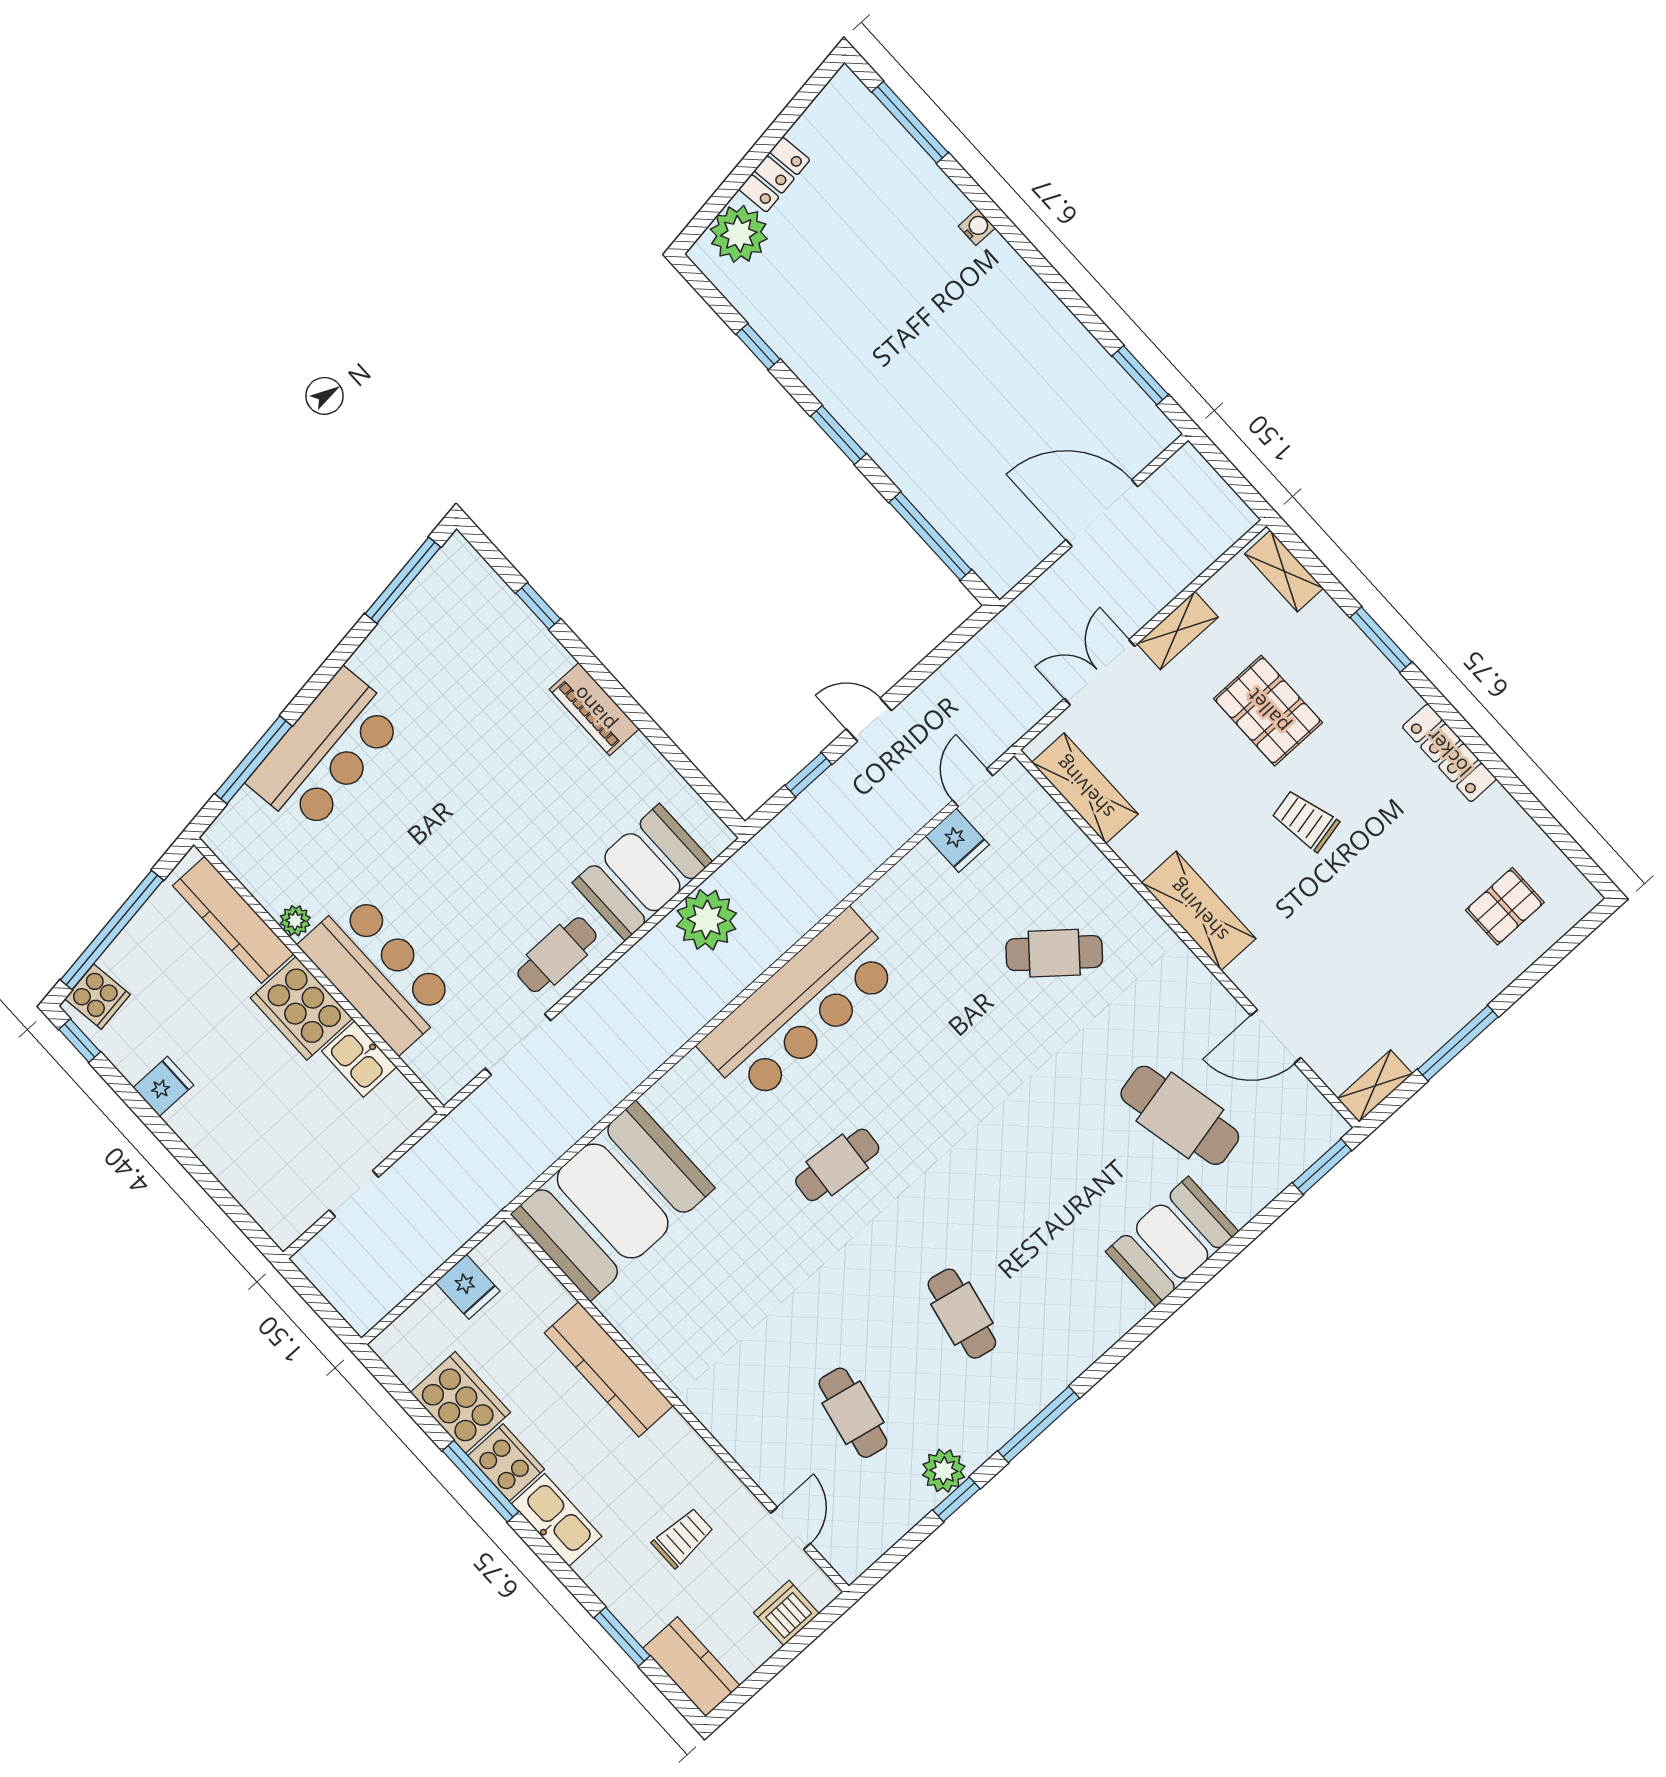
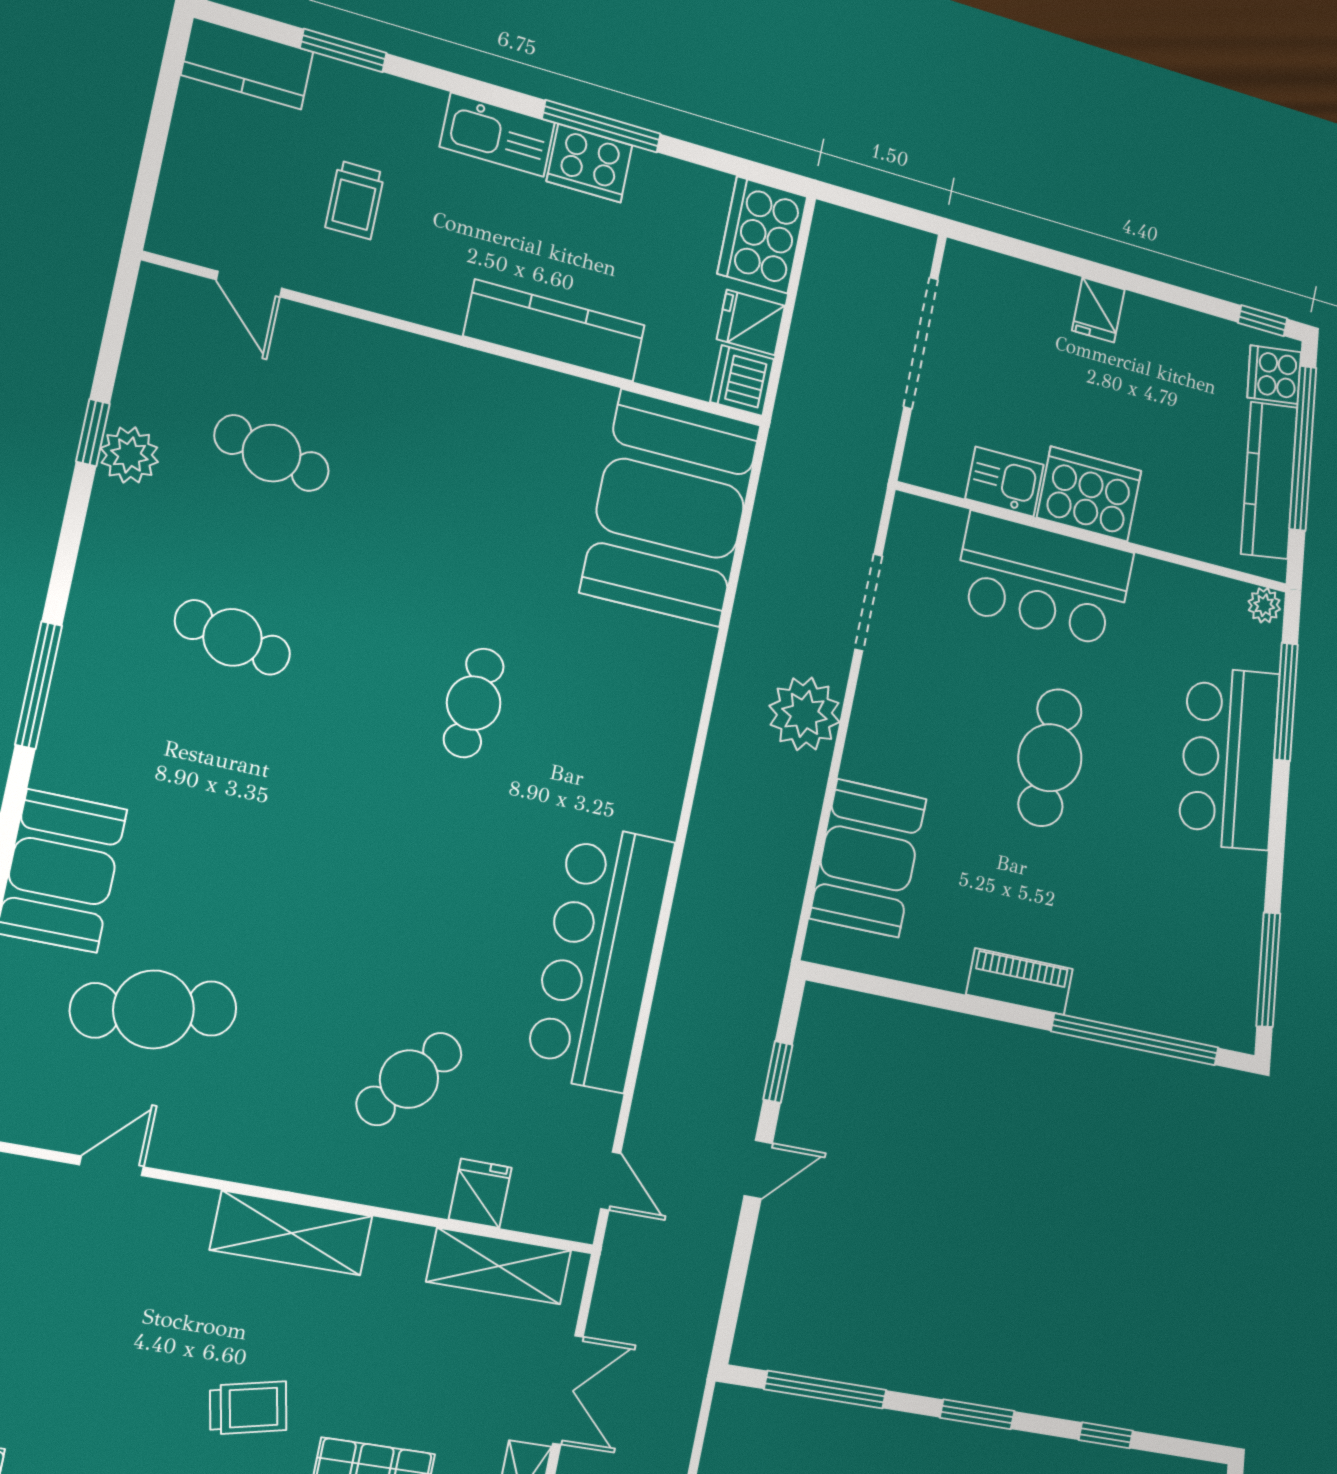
window: (538, 606) -> (1135, 1039), width x3.17
fridge: (957, 840) -> (480, 1193), moved, turned 90
kitchen counter: (233, 920) -> (1269, 481), moved, turned -98
plant: (707, 920) -> (805, 714), moved
plant: (295, 921) -> (1264, 605), moved
cafe table: (557, 955) -> (1050, 758), moved, width x1.37, depth x1.35
bar counter: (801, 1007) -> (599, 958), moved
door: (1276, 1037) -> (112, 1166), width x0.73
fridge: (163, 1086) -> (1098, 310), moved
doorway: (354, 1194) -> (921, 343), width x1.88
cooker: (460, 1402) -> (762, 235), moved, turned 90
window: (1039, 1425) -> (39, 685), moved
dishwasher: (786, 1613) -> (742, 381), moved, turned 180

